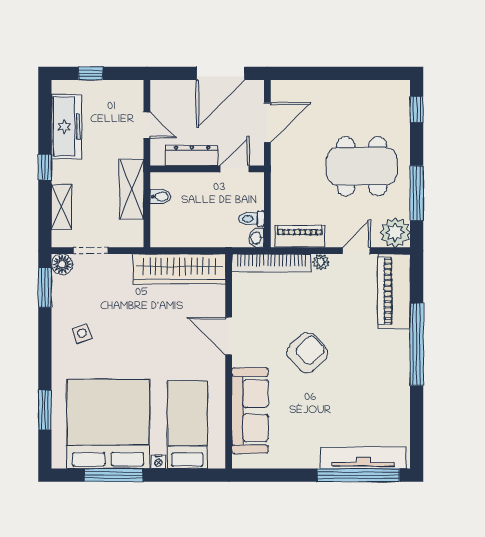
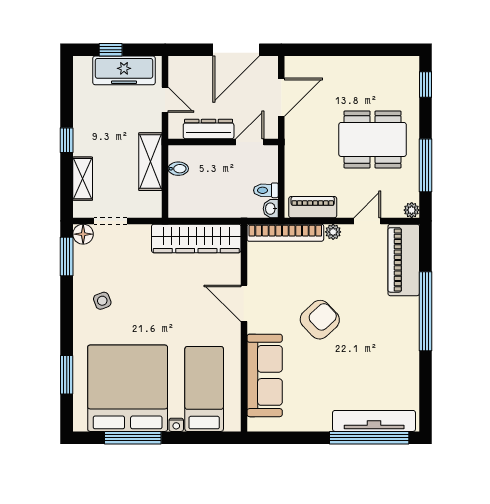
freezer: (66, 127) -> (124, 70), moved, turned 90
plant: (395, 232) -> (412, 210), width x0.53, depth x0.53

